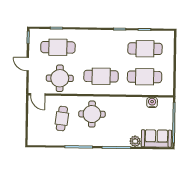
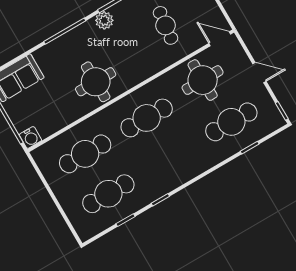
water cooler: (152, 102) -> (30, 137), moved
round table: (92, 114) -> (96, 82), moved
plant: (135, 141) -> (104, 20), moved

